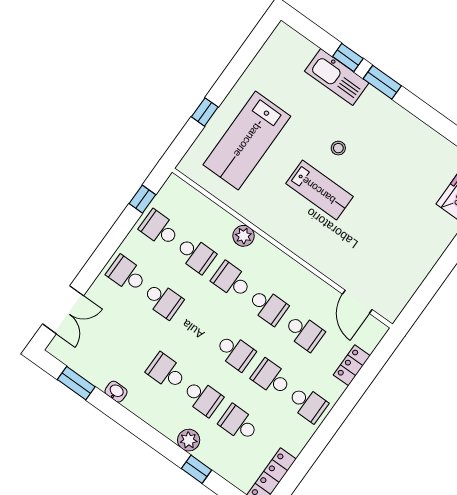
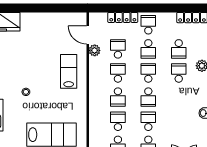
lab bench: (319, 190) -> (69, 71), moved
plant: (244, 236) -> (95, 50), moved
door: (357, 302) -> (88, 35), swing flipped
locker: (352, 365) -> (123, 17), width x1.53
school desk: (166, 372) -> (148, 97), moved

